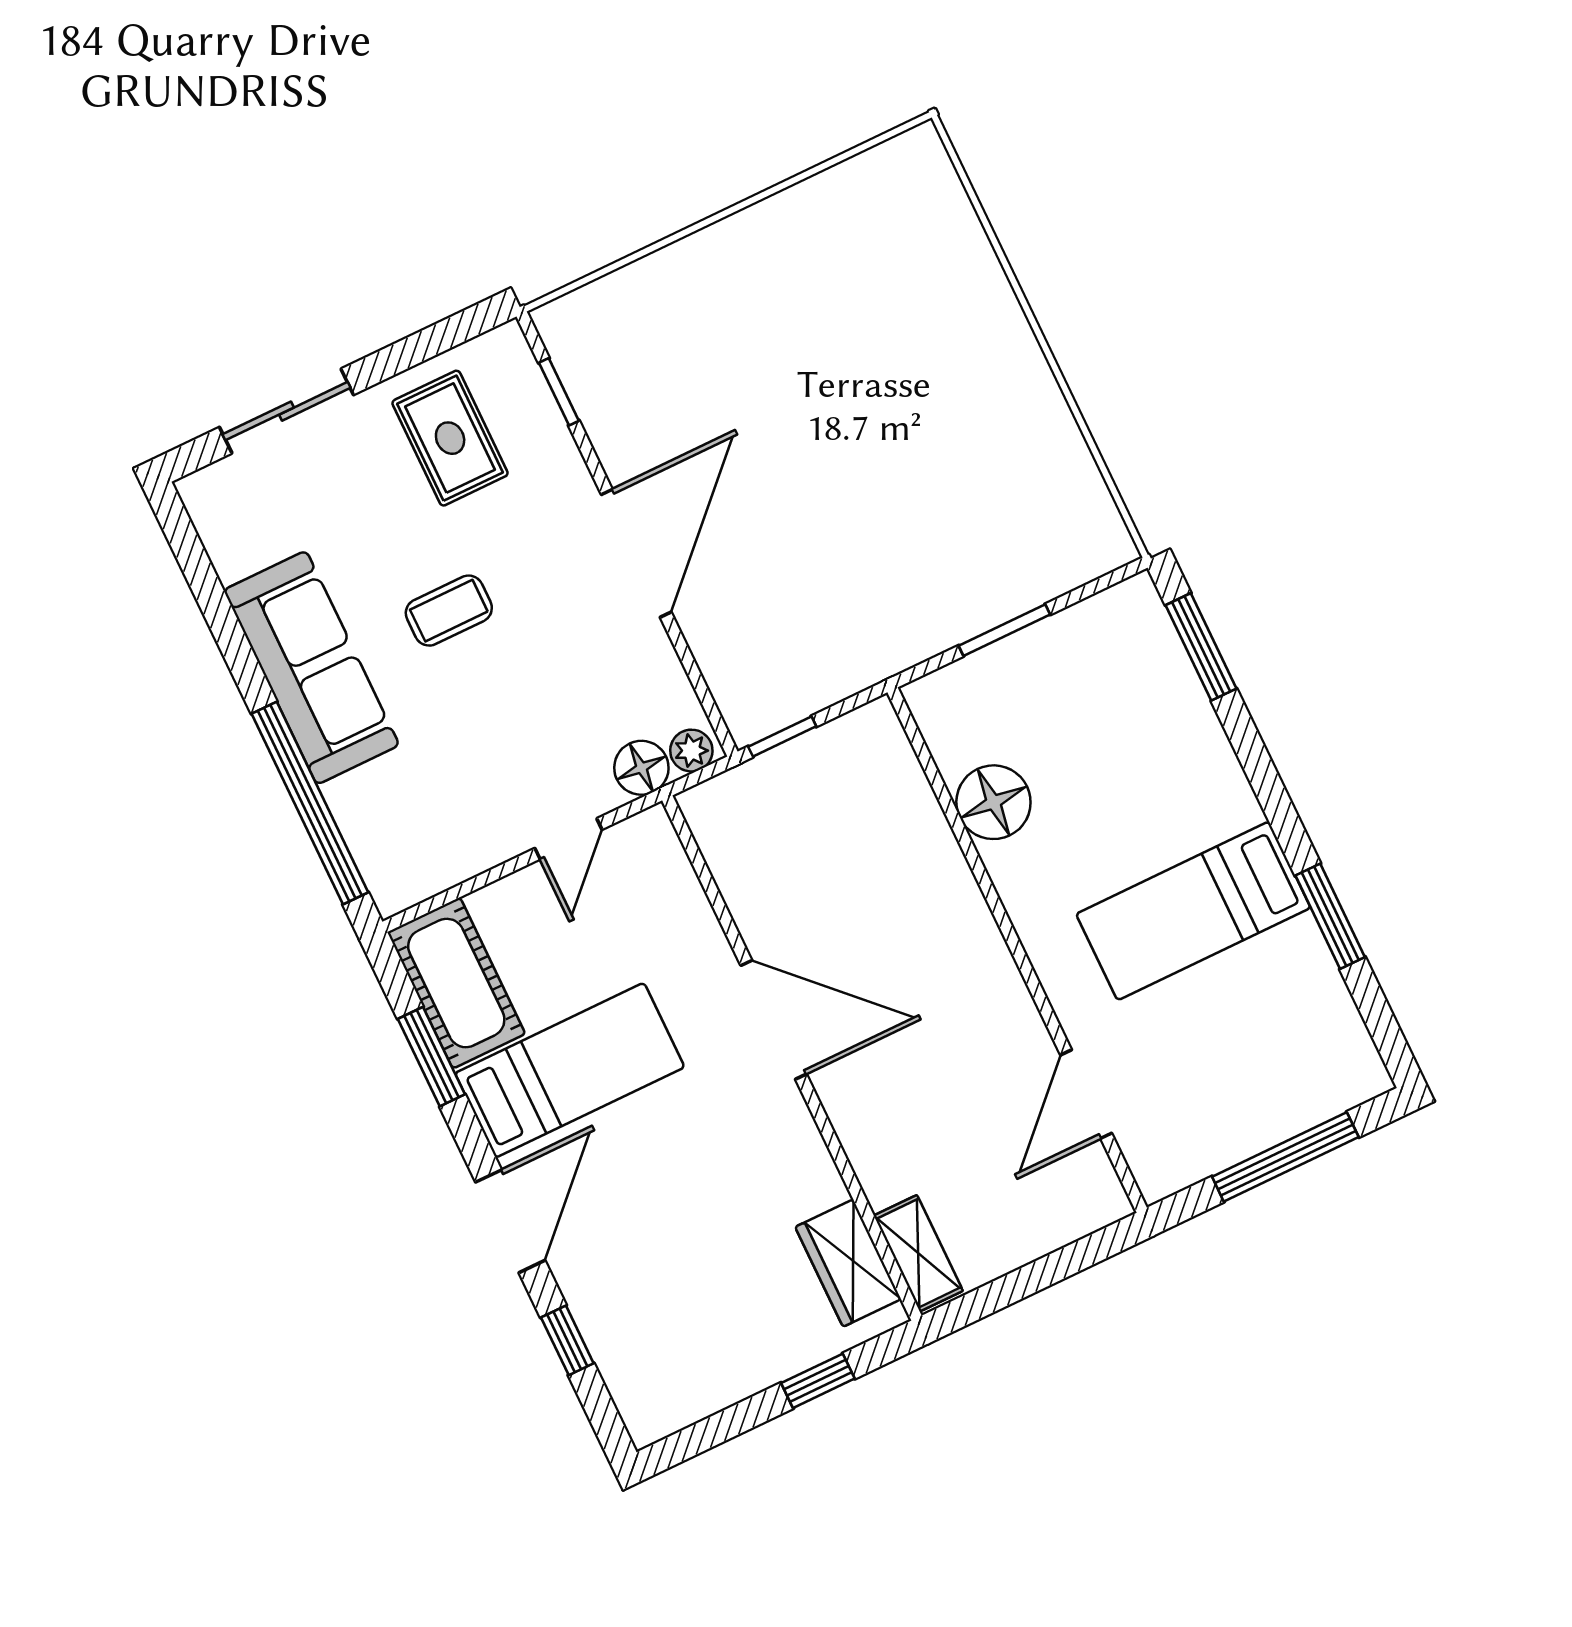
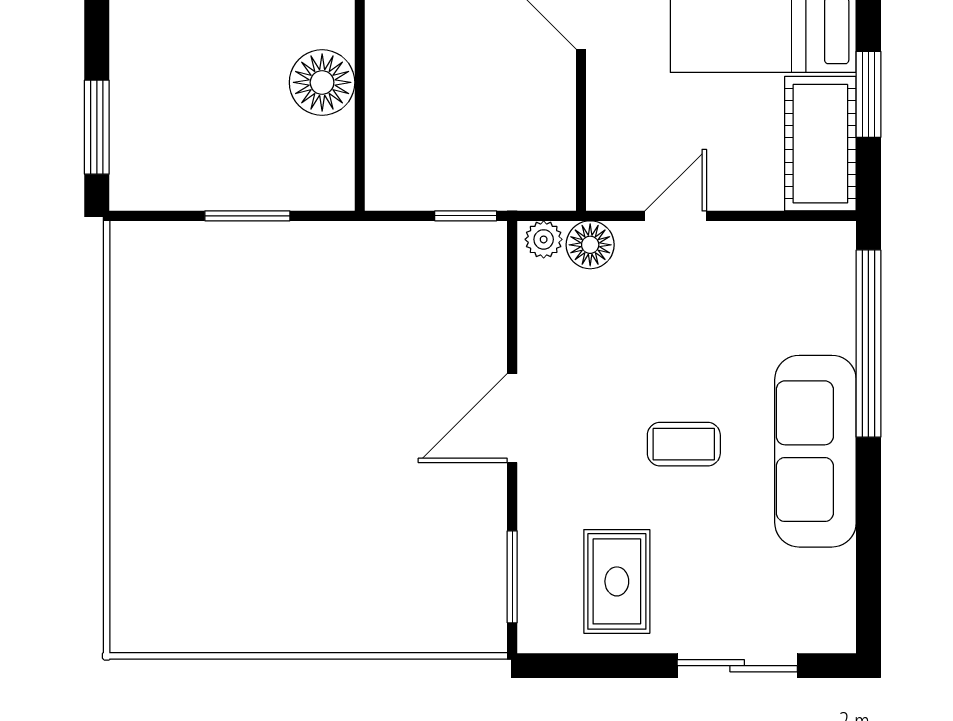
window: (559, 392) -> (512, 577), width x1.50
door: (636, 553) -> (512, 418), width x0.73

